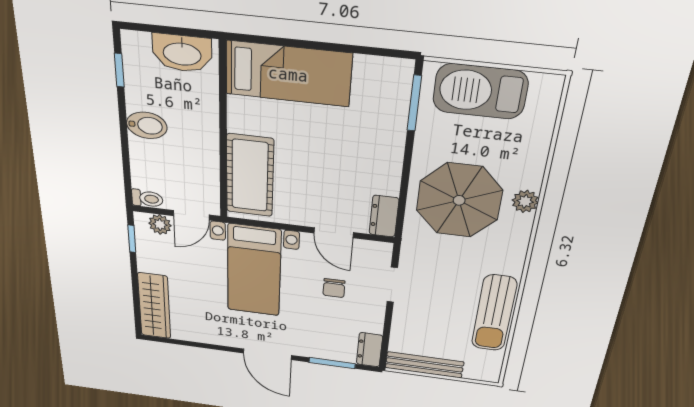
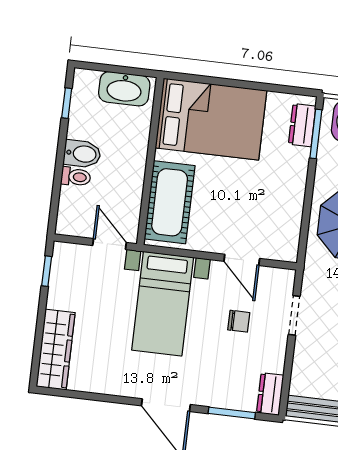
bed: (288, 74) -> (211, 119), width x1.50
toilet: (147, 199) -> (76, 177), moved
door: (191, 215) -> (109, 244), swing flipped
dresser: (384, 216) -> (302, 125), moved
plant: (160, 224) -> (77, 255), removed
chair: (334, 288) -> (239, 321), turned -90

